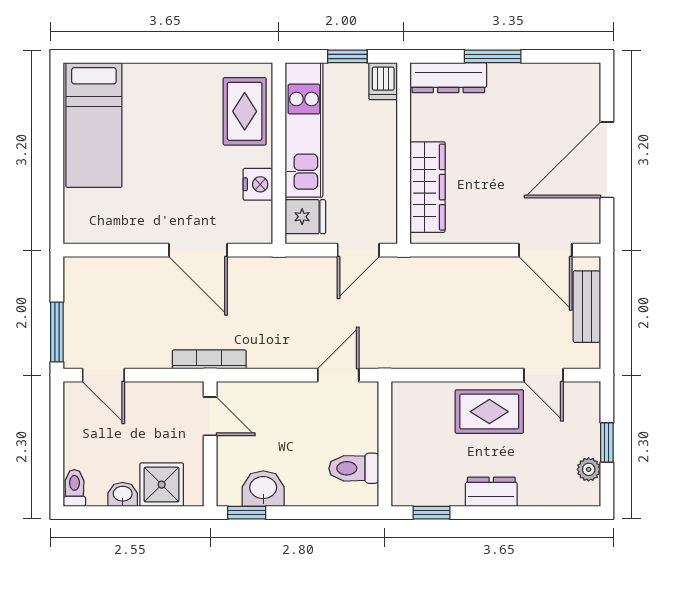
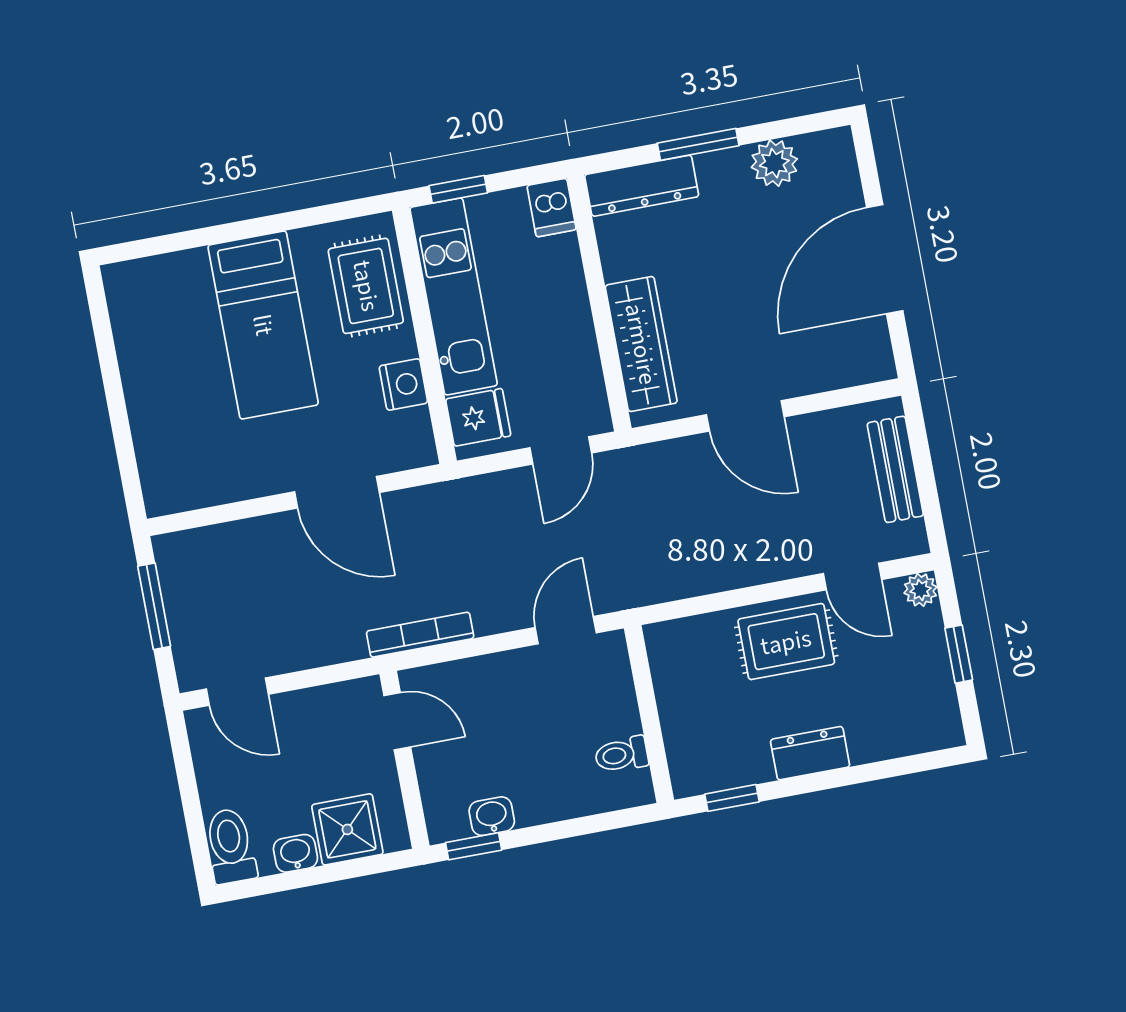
window: (347, 56) -> (458, 189), moved
plant: (543, 79) -> (774, 163), added
bed: (94, 125) -> (263, 325), moved
door: (545, 250) -> (745, 416), moved
window: (57, 332) -> (154, 606), moved
bookcase: (209, 359) -> (420, 635), moved
toilet: (354, 468) -> (621, 755), width x0.73, depth x0.72
plant: (589, 469) -> (920, 590), moved
toilet: (74, 488) -> (230, 846), width x1.37, depth x1.39
washbasin: (263, 489) -> (492, 816), width x0.72, depth x0.69

